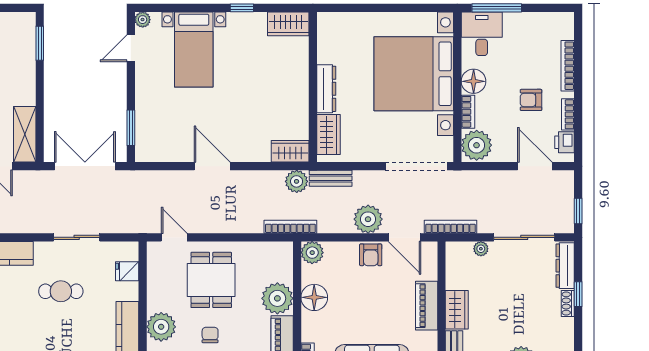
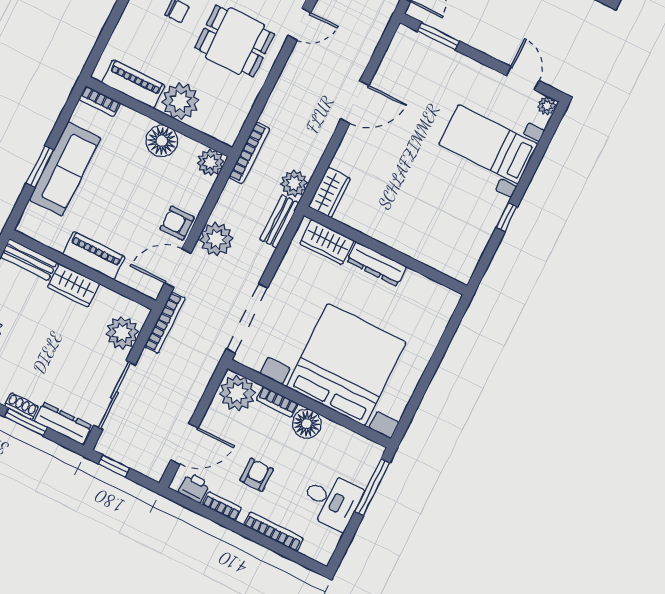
wardrobe: (288, 24) -> (465, 258), removed
desk: (482, 34) -> (331, 500), moved
plant: (481, 249) -> (122, 333), width x1.88, depth x1.88
window: (578, 294) -> (26, 422), width x1.50

